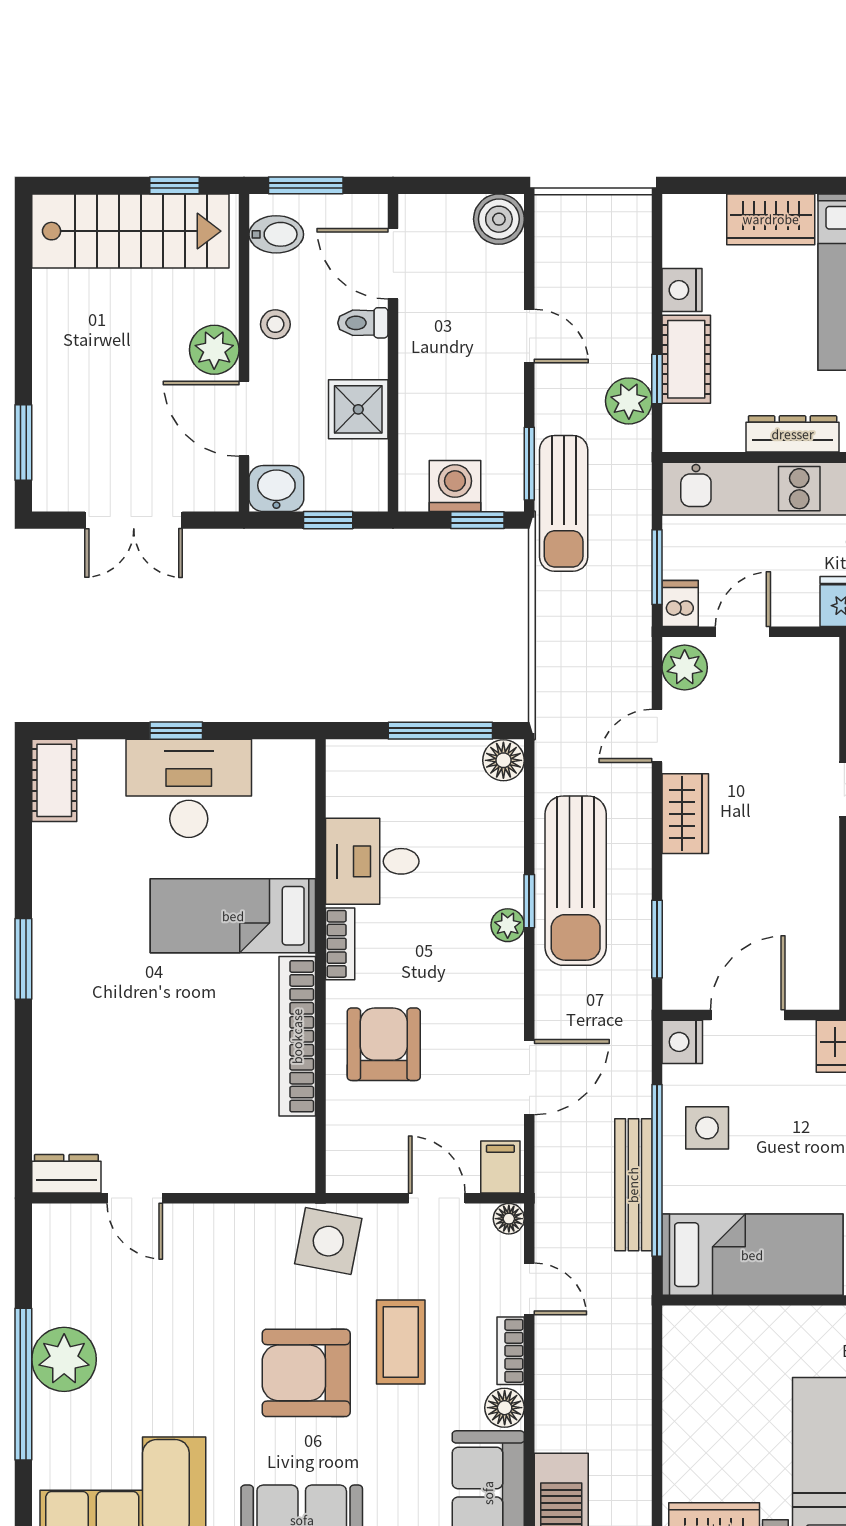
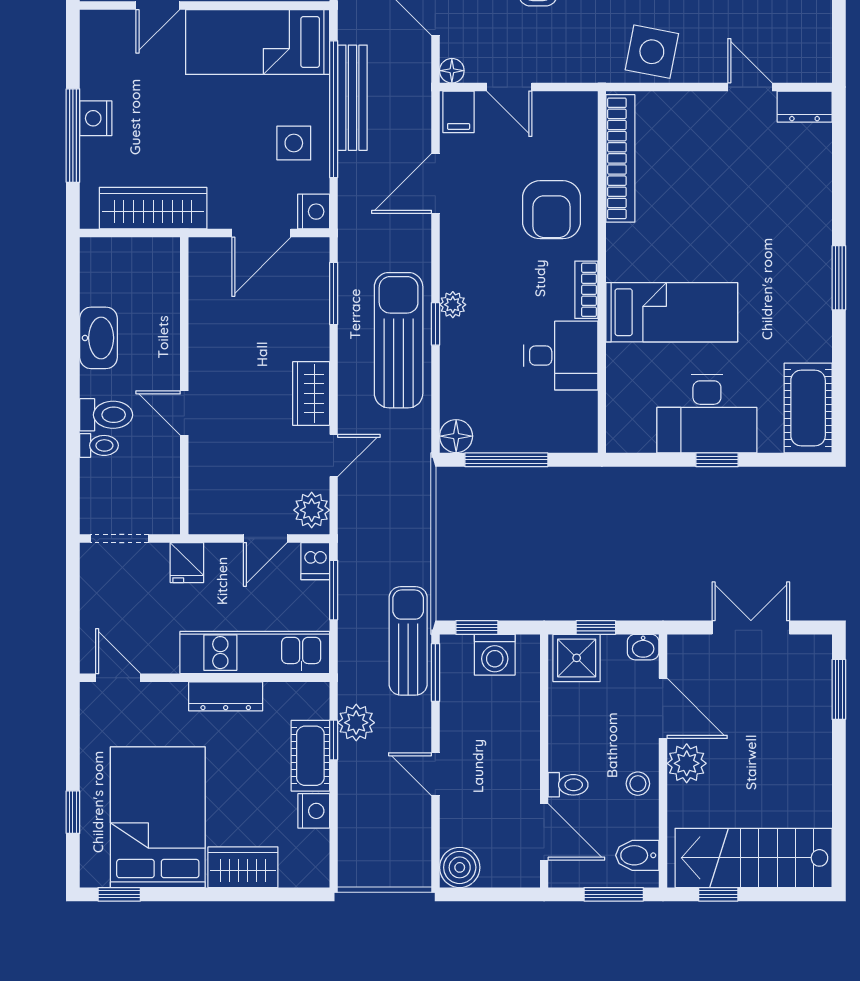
shower: (358, 409) -> (577, 658), moved
washbasin: (276, 488) -> (643, 647), width x0.72, depth x0.69
cot: (54, 780) -> (808, 408), width x1.37, depth x1.34
bookcase: (297, 1036) -> (620, 158), moved
side table: (328, 1241) -> (652, 52), moved

